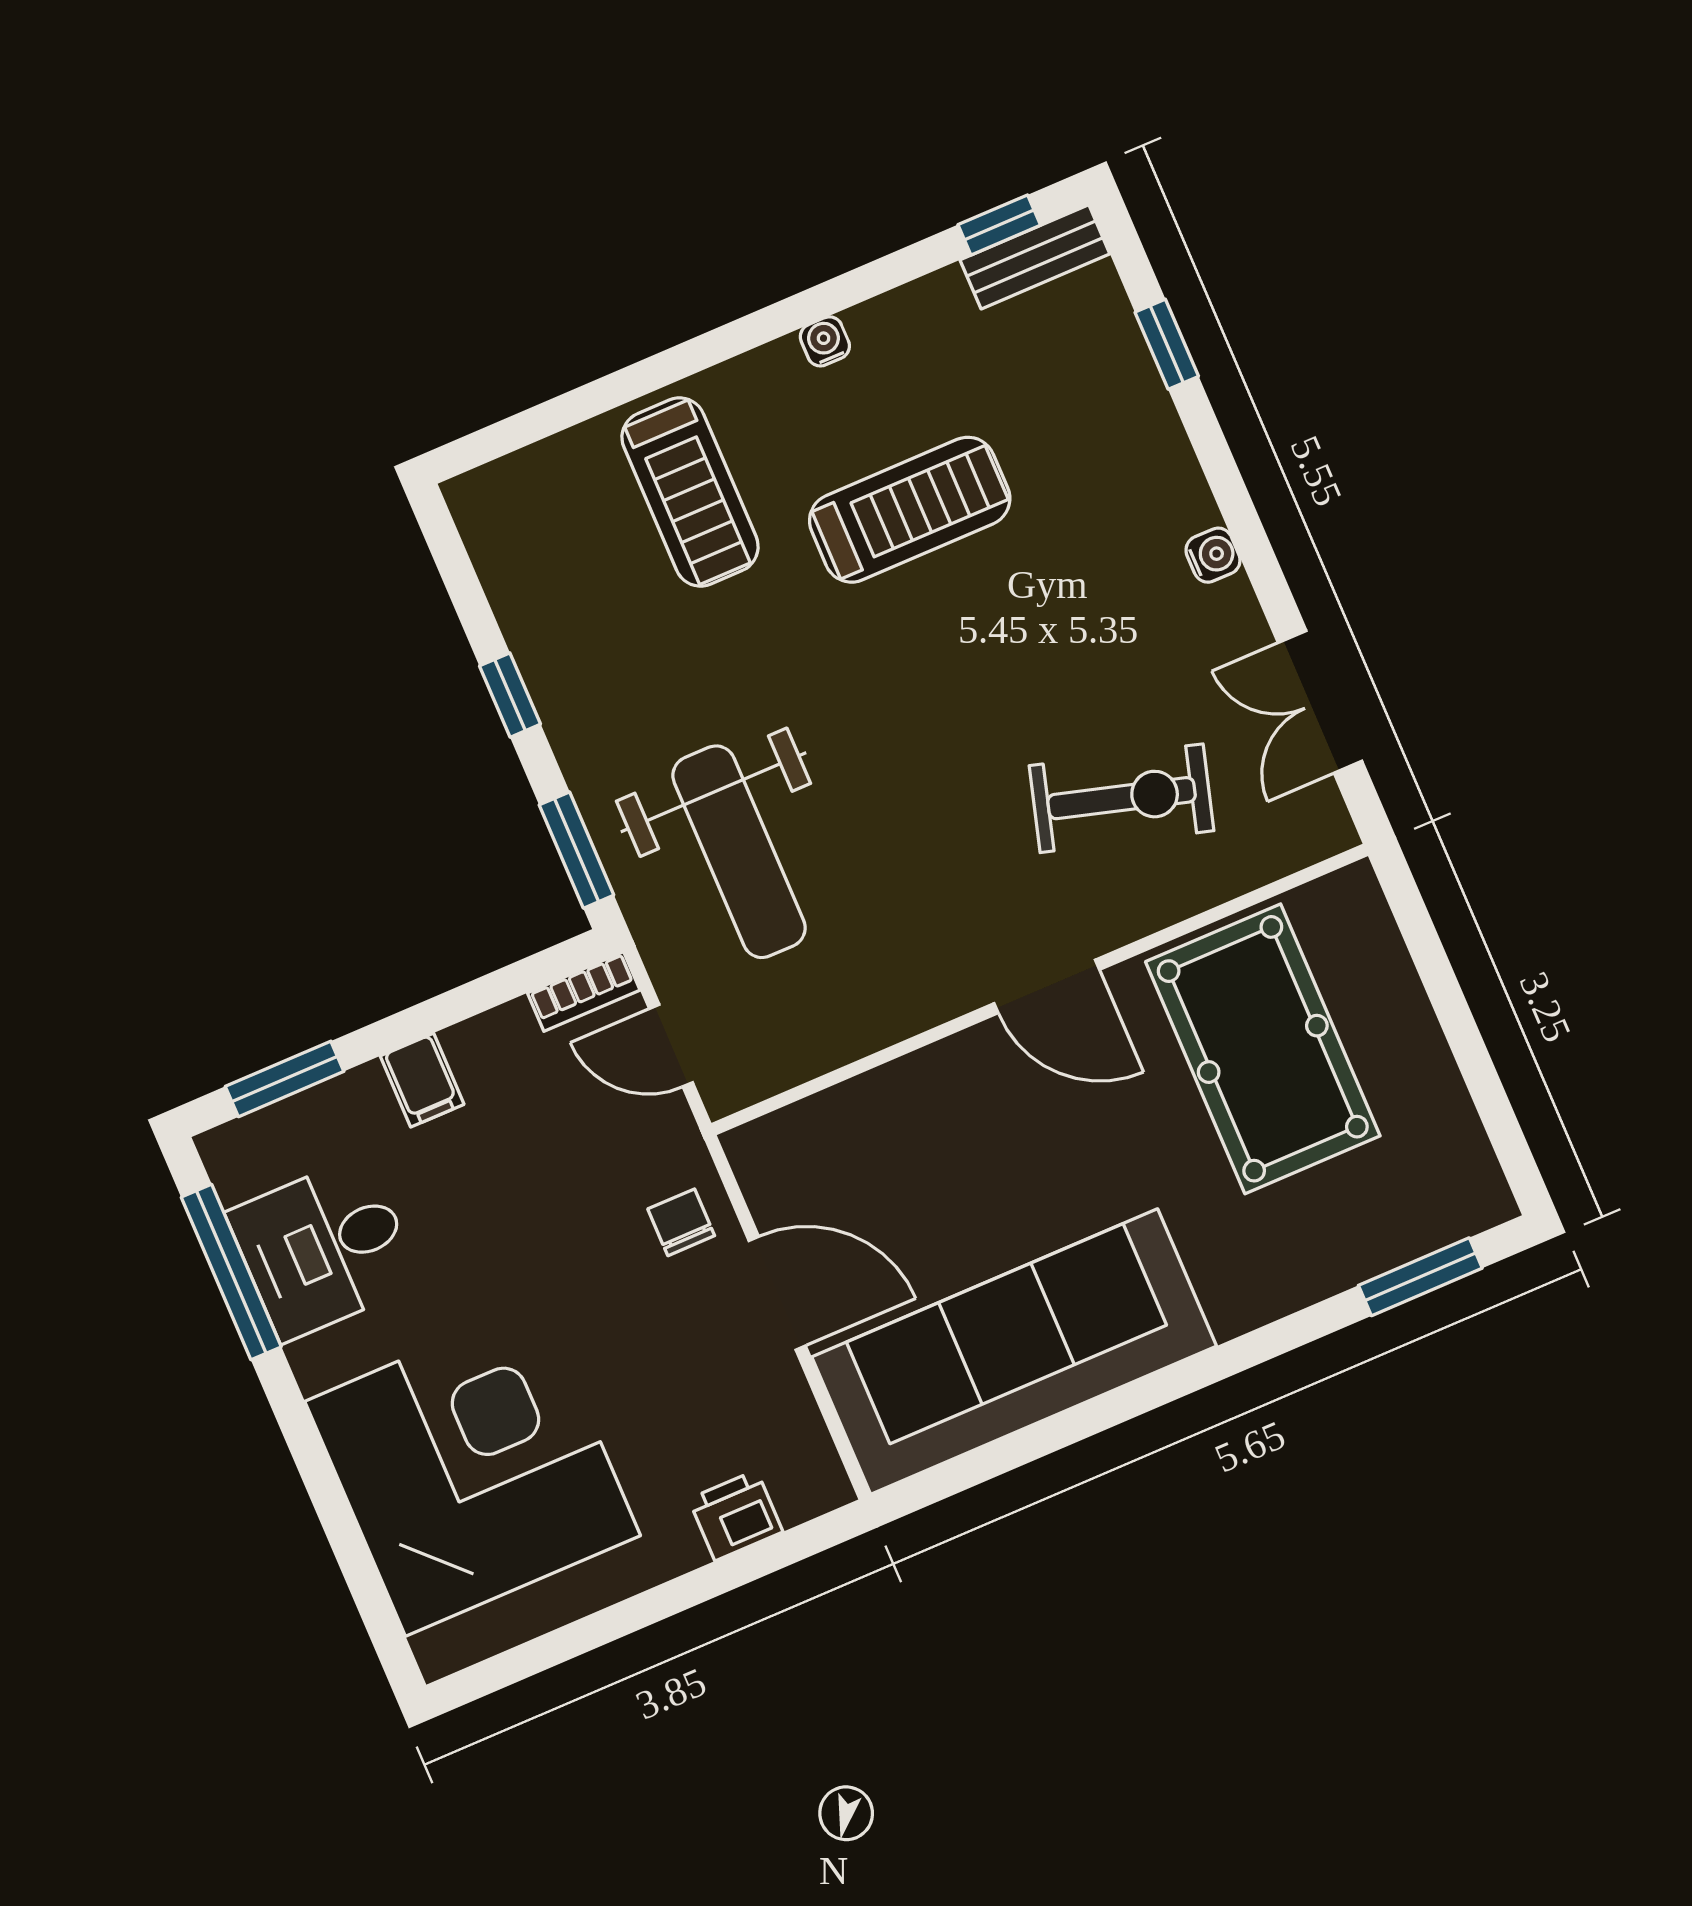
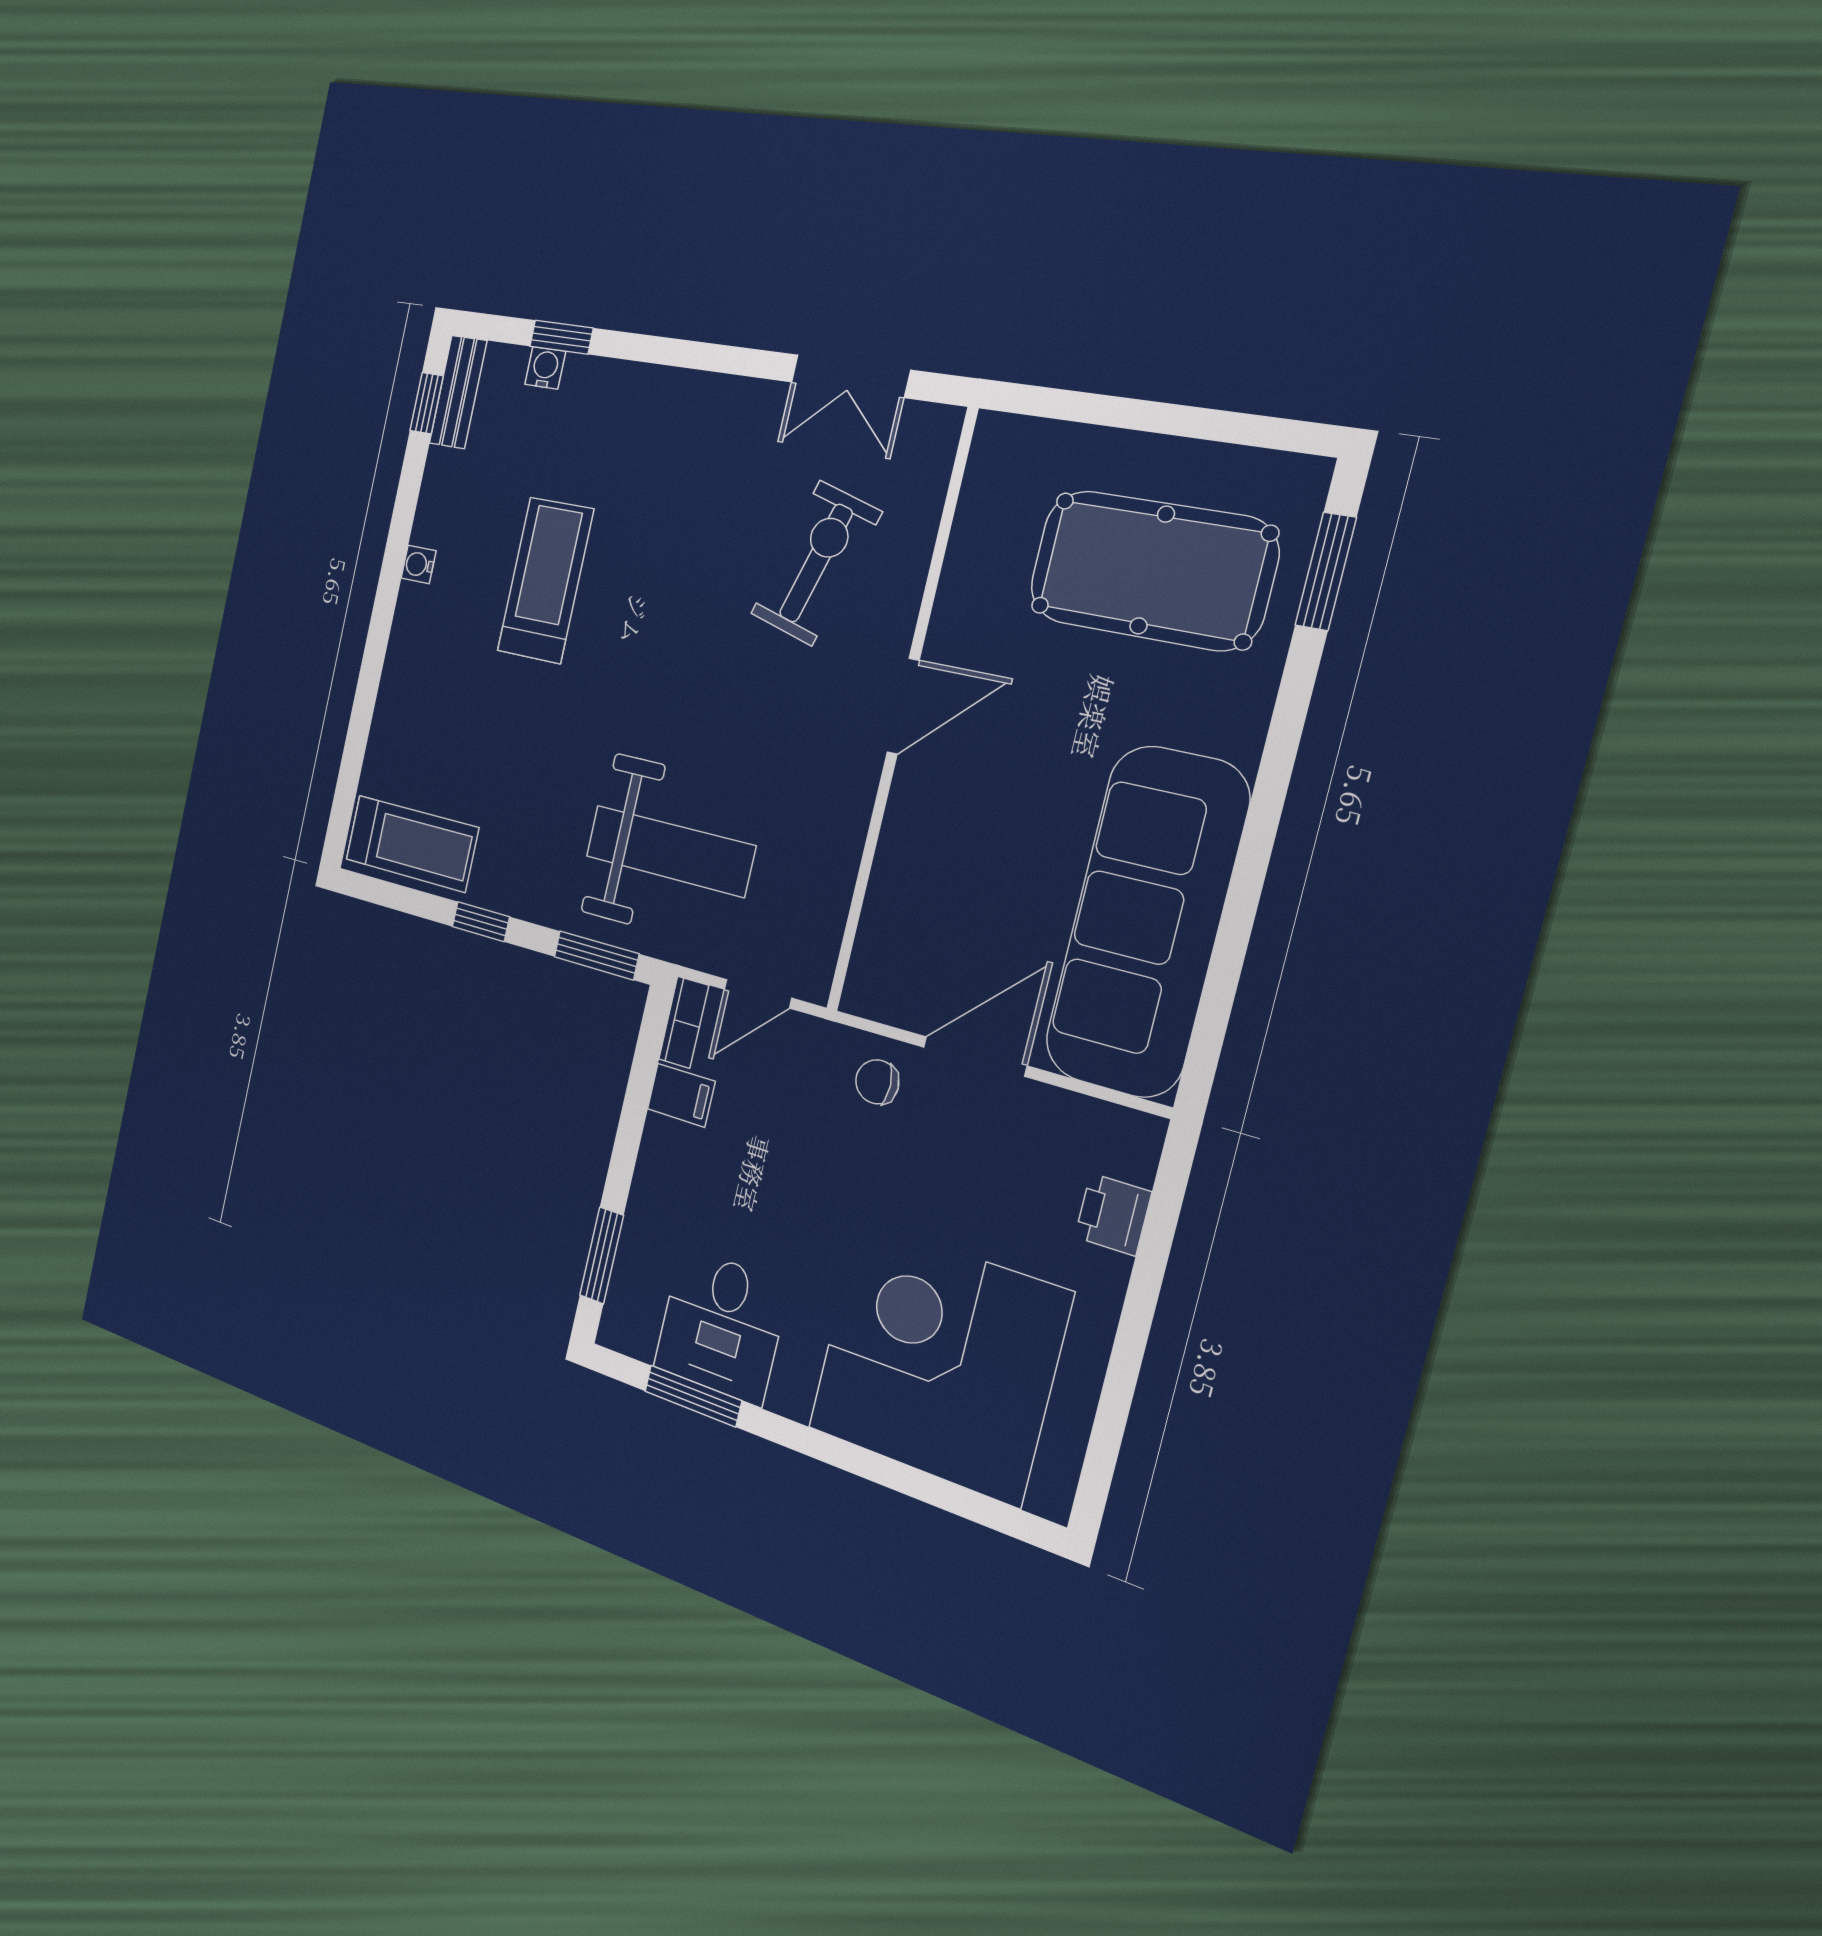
treadmill: (690, 492) -> (412, 844), moved
water cooler: (1213, 555) -> (545, 368), moved
pool table: (1263, 1049) -> (1152, 570), moved
filing cabinet: (422, 1080) -> (681, 1095), moved
window: (231, 1272) -> (693, 1396), width x0.69

